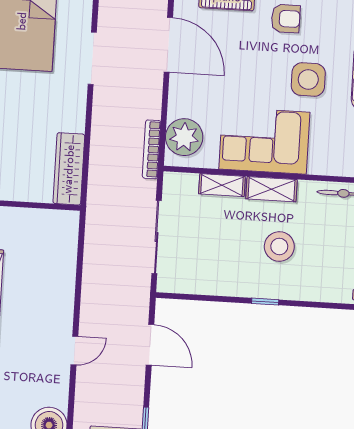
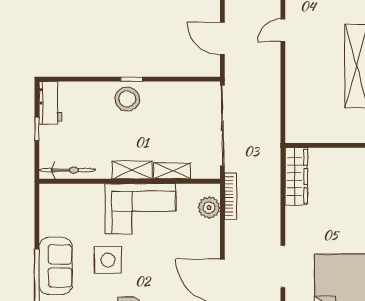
plant: (184, 137) -> (209, 208), width x0.73, depth x0.73
sliding door: (157, 237) -> (222, 126), width x1.36
stool: (279, 246) -> (127, 99), moved

